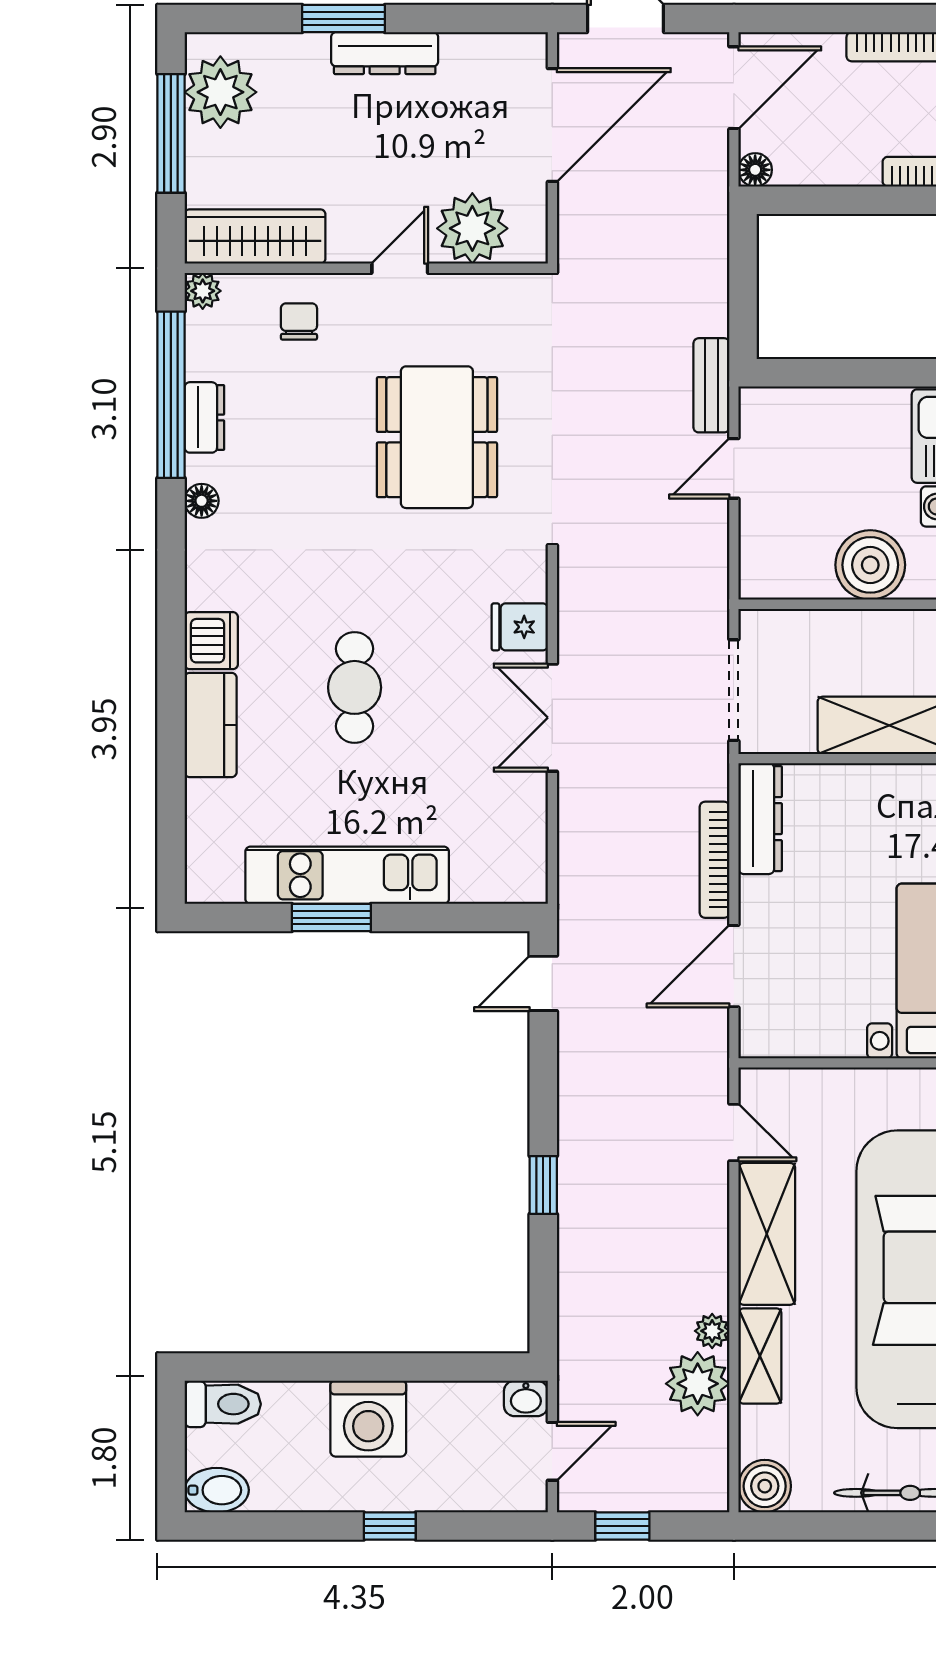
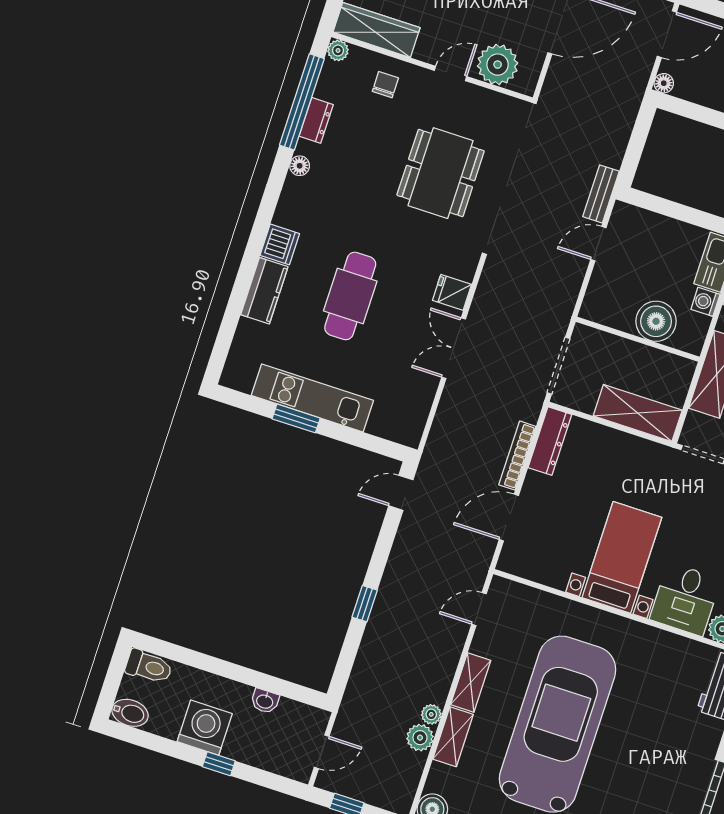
cafe table: (355, 687) -> (350, 296), width x1.37, depth x1.35
door: (734, 1132) -> (479, 609), swing flipped
shelving: (767, 1234) -> (471, 683), width x0.67, depth x0.75
plant: (698, 1384) -> (420, 738), width x0.73, depth x0.73
washbasin: (526, 1398) -> (265, 701), moved
washing machine: (368, 1419) -> (205, 728), moved, turned 180

